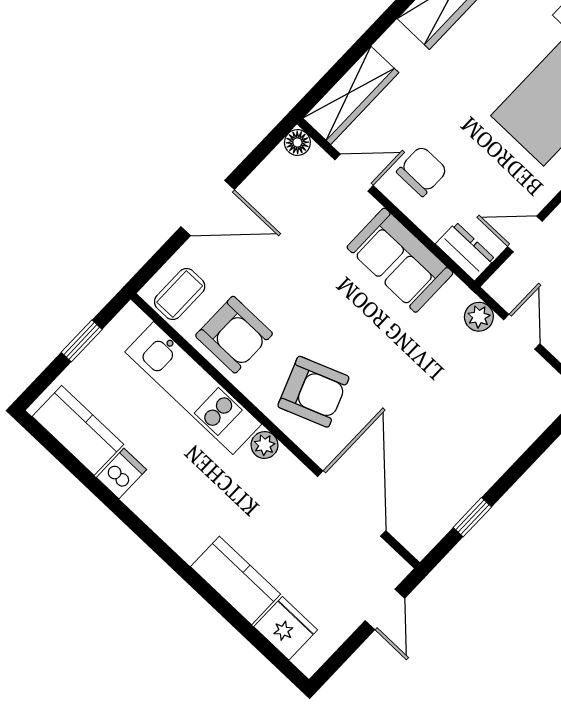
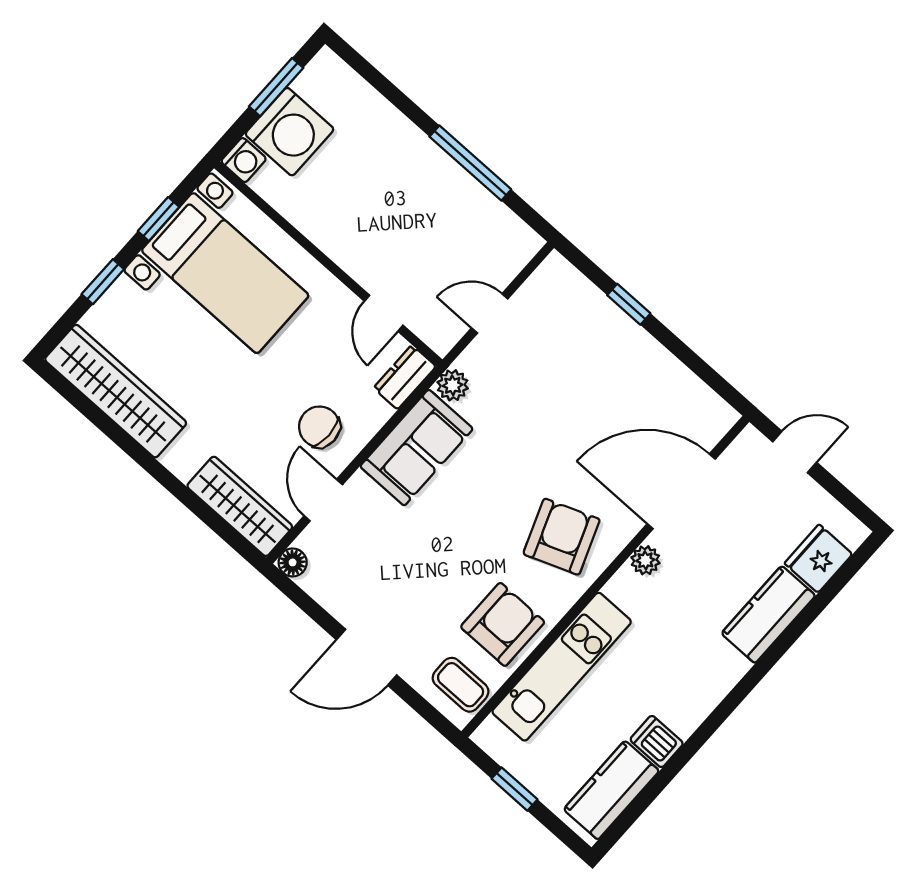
door: (208, 208) -> (367, 657), swing flipped
plant: (479, 317) -> (453, 385), moved
plant: (264, 445) -> (645, 560), moved
window: (472, 517) -> (629, 304), moved

